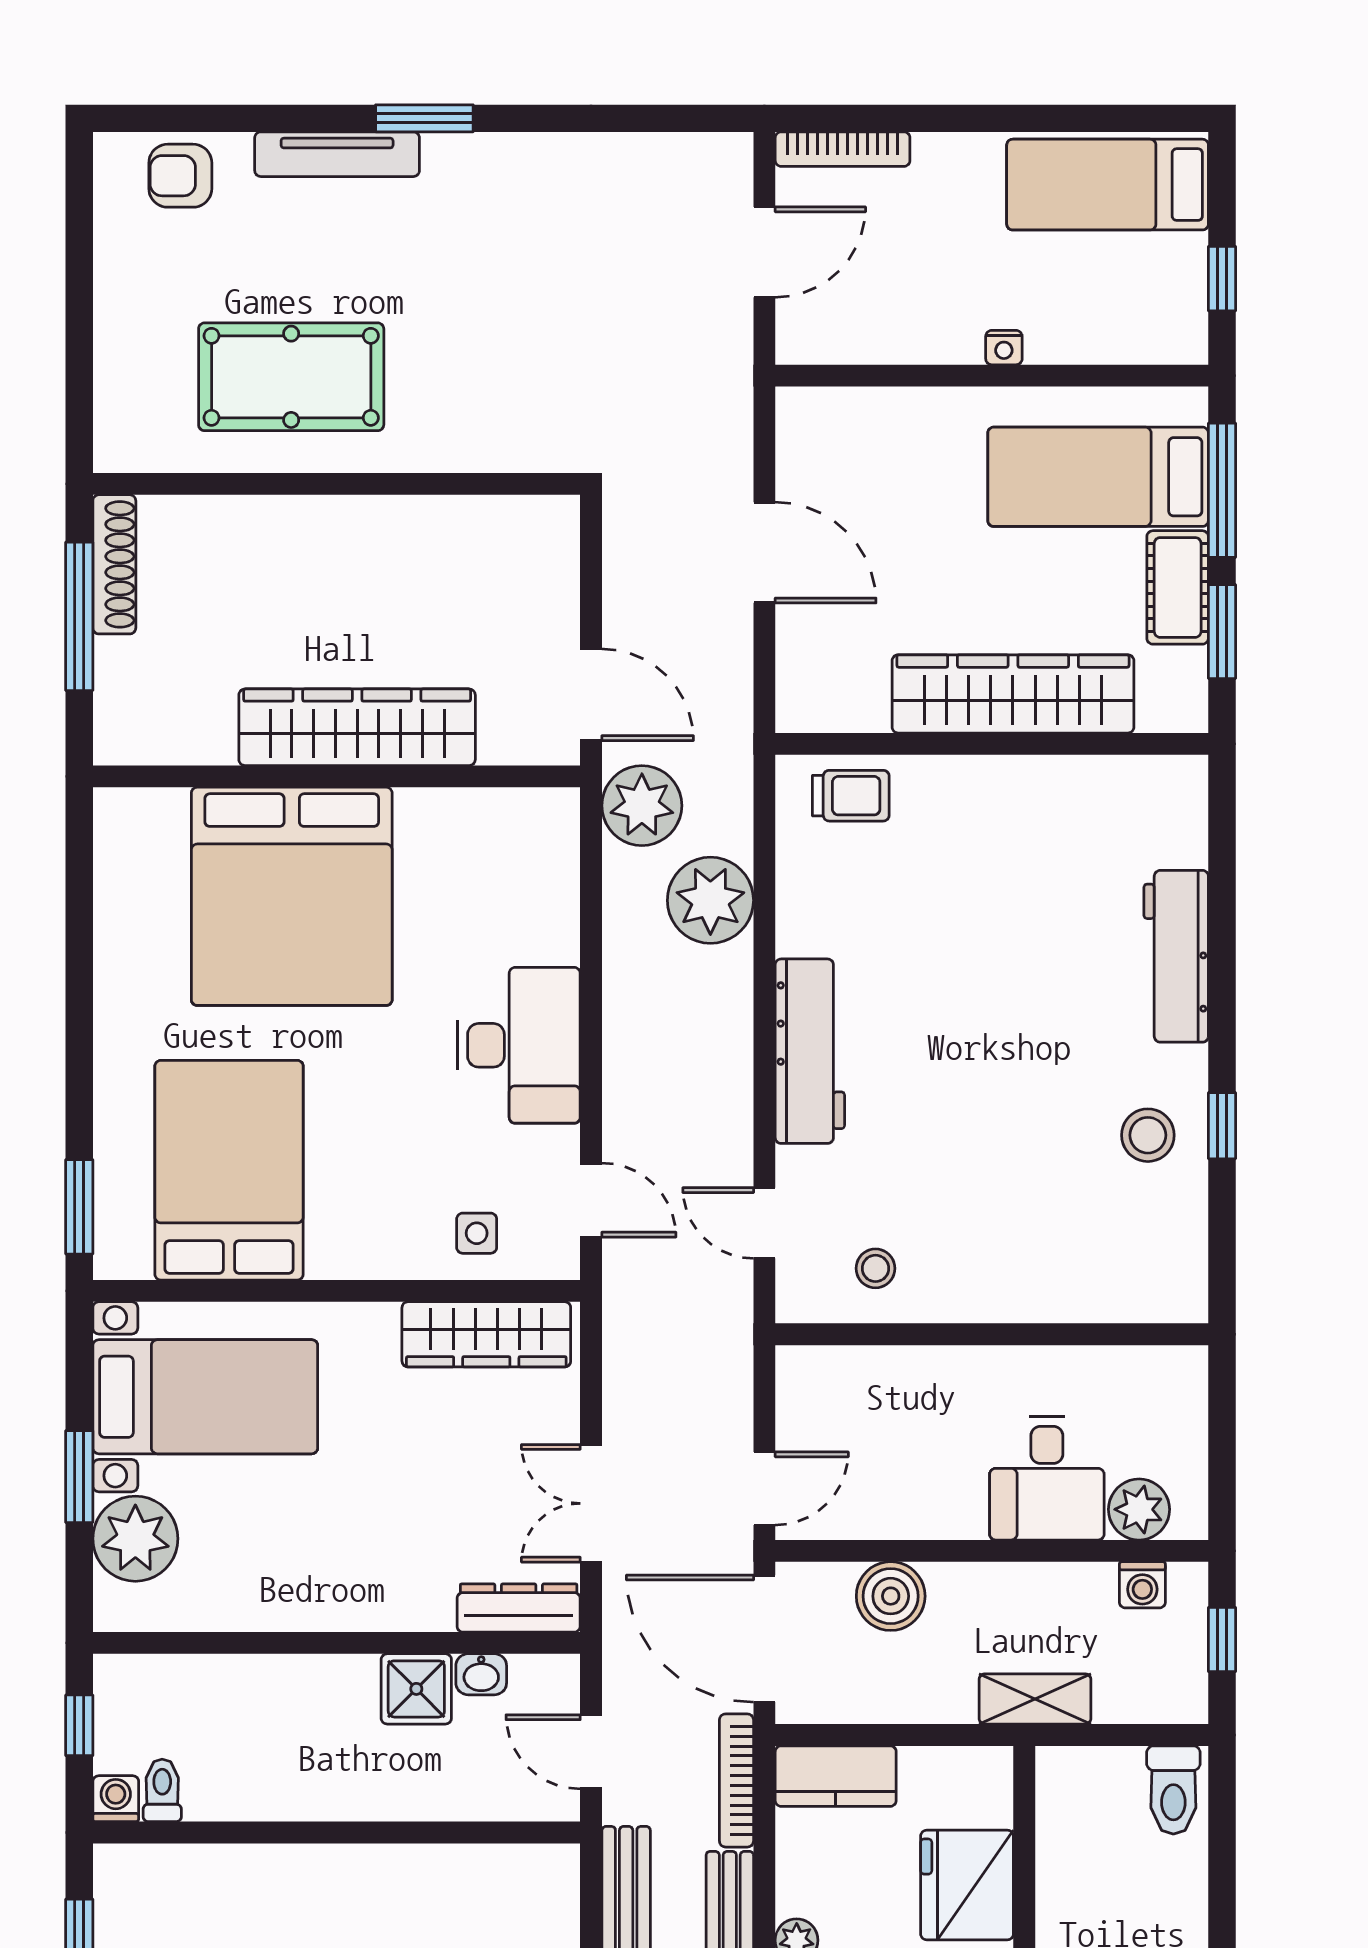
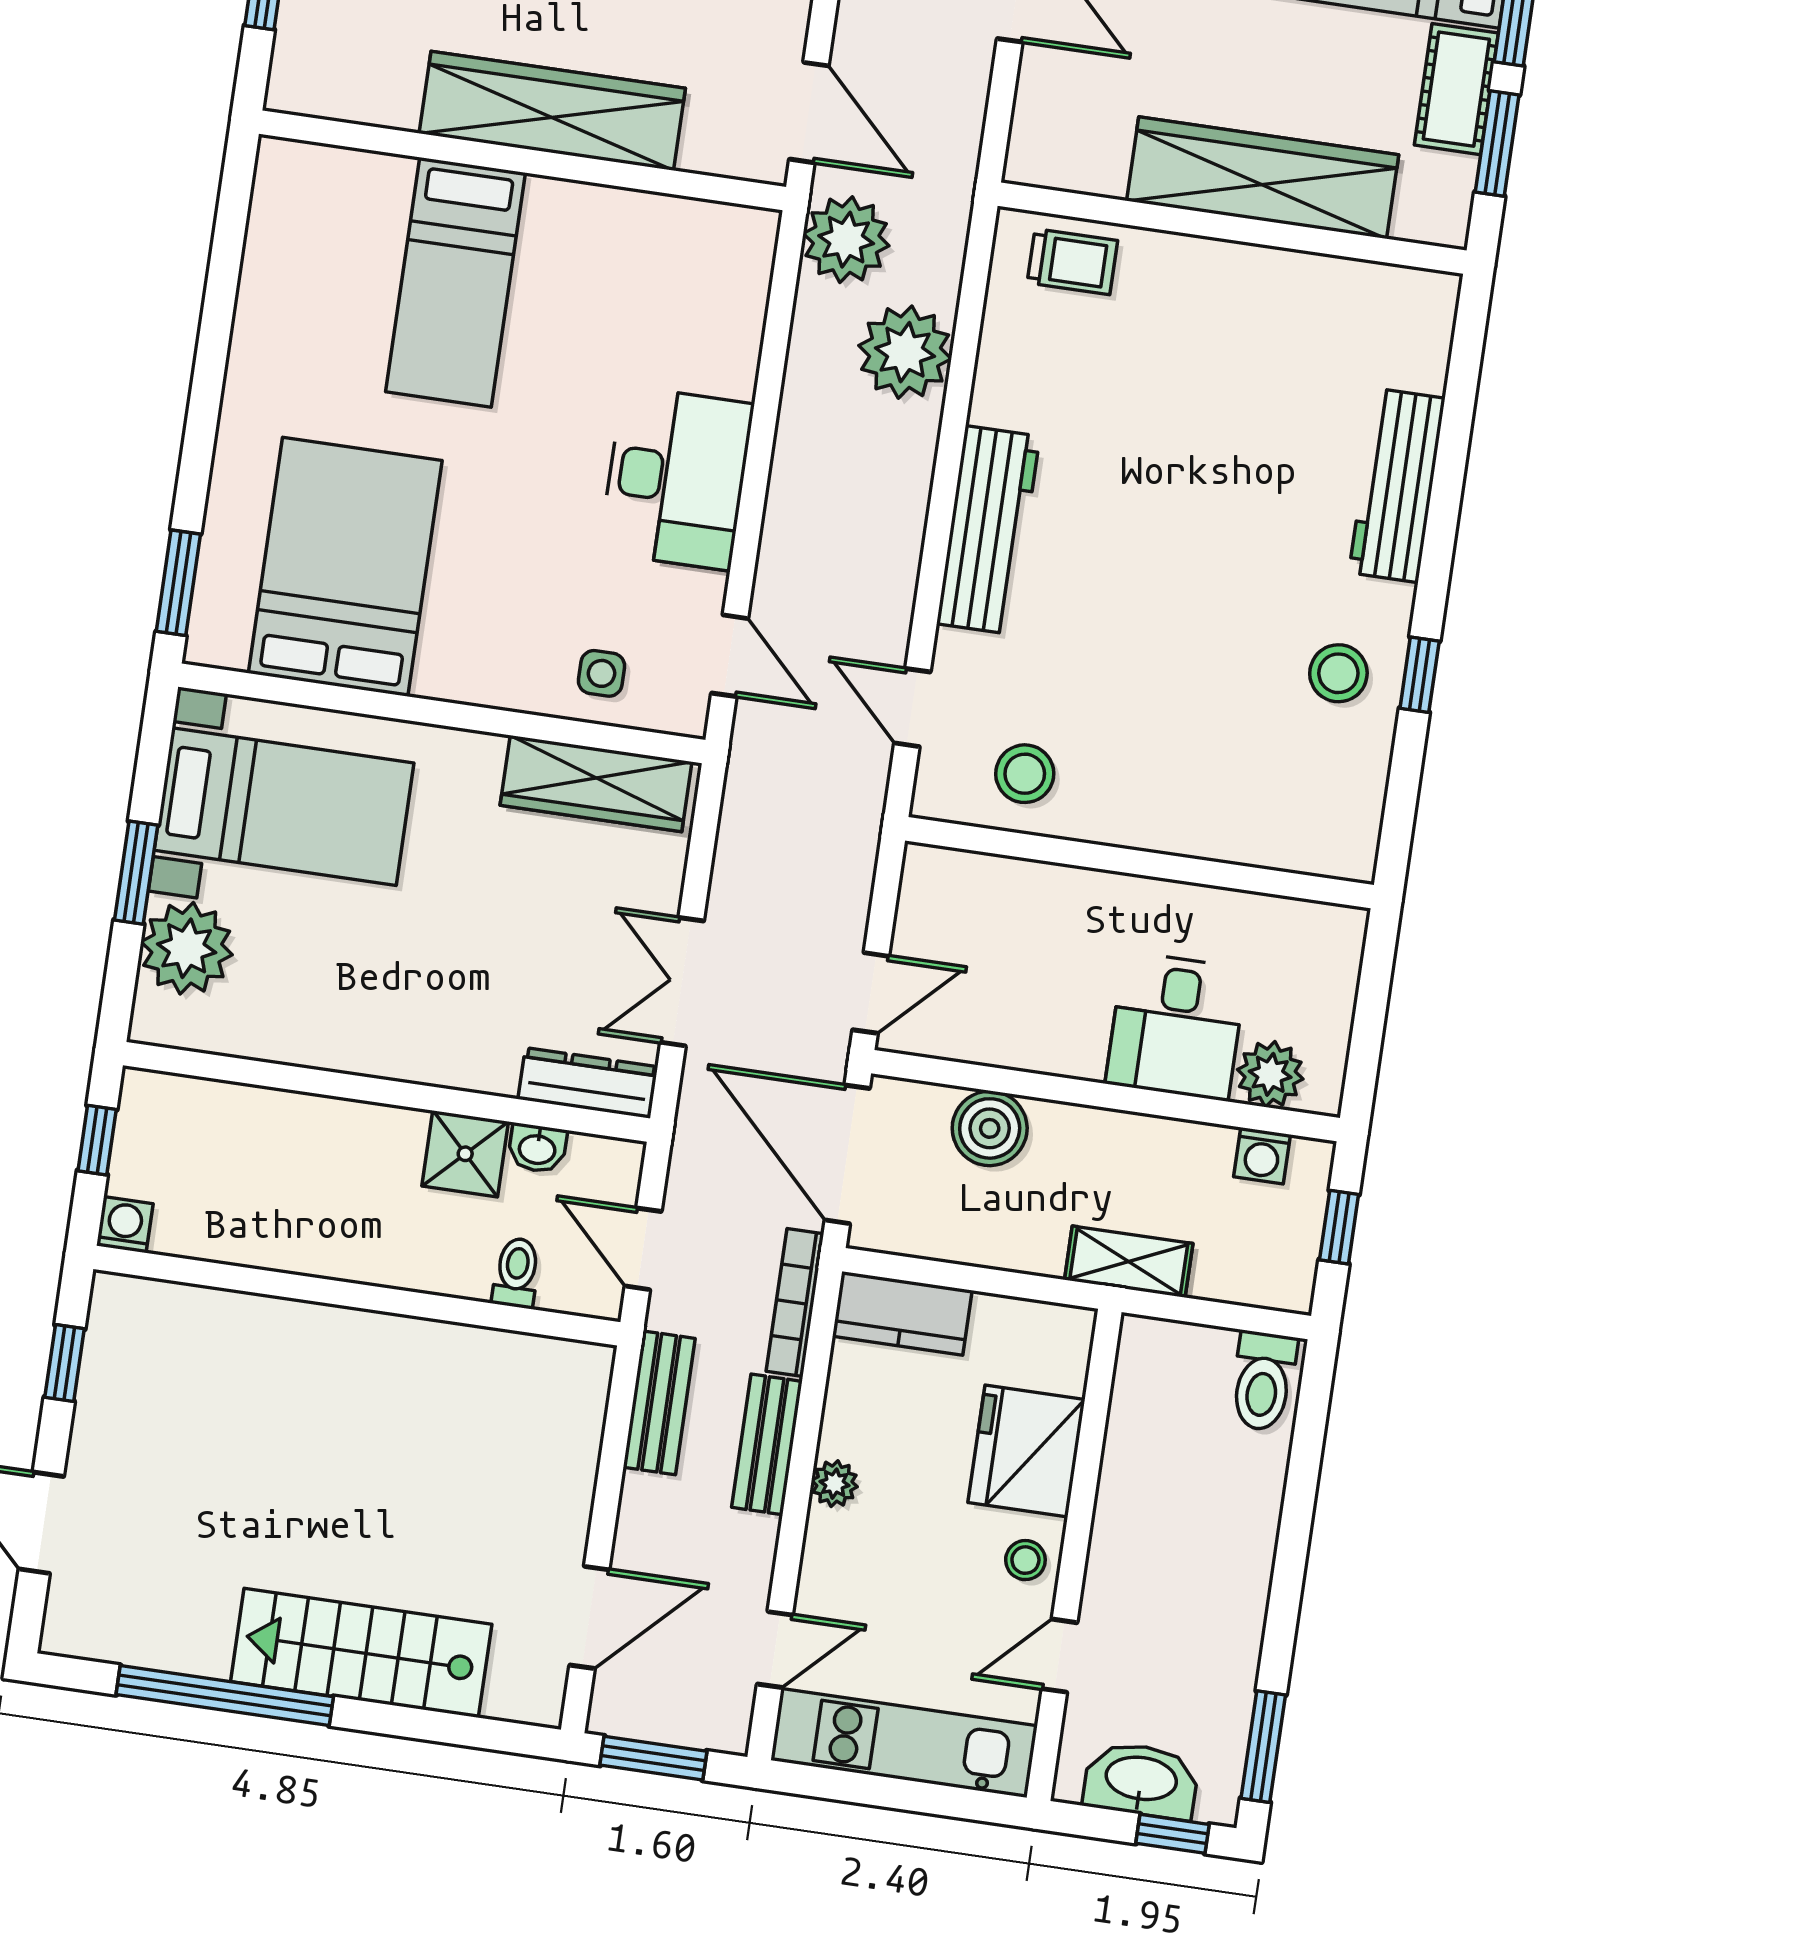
bed: (292, 896) -> (456, 282), width x0.49
stool: (875, 1268) -> (1025, 774), width x1.37, depth x1.37
toilet: (162, 1790) -> (516, 1273), moved

